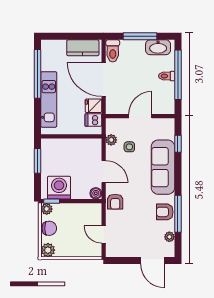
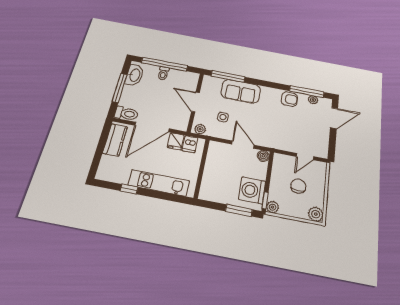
window: (37, 74) -> (129, 189), width x0.32
plant: (111, 140) -> (200, 129), moved
window: (178, 144) -> (228, 76), width x2.17
window: (37, 161) -> (239, 210), moved
sofa: (163, 167) -> (241, 91), width x0.73
door: (104, 172) -> (243, 145), hinge flipped
armchair: (115, 202) -> (274, 140), removed
armchair: (165, 212) -> (289, 99), turned -90
window: (178, 214) -> (307, 92), moved
chair: (49, 228) -> (298, 186), moved

